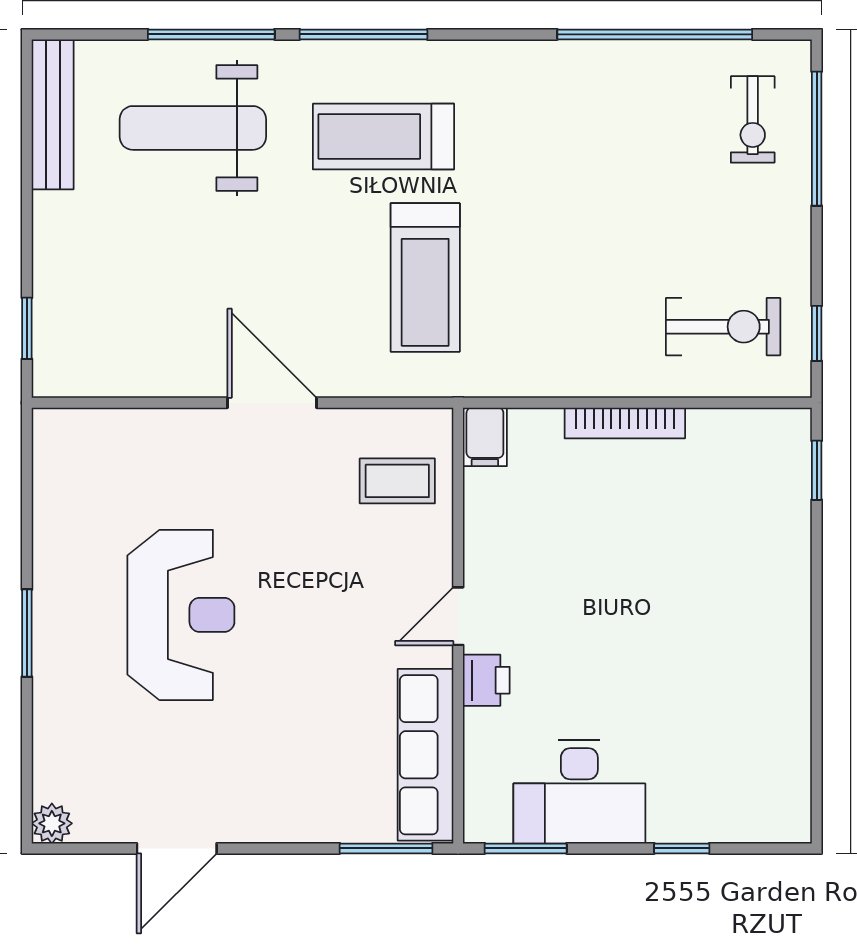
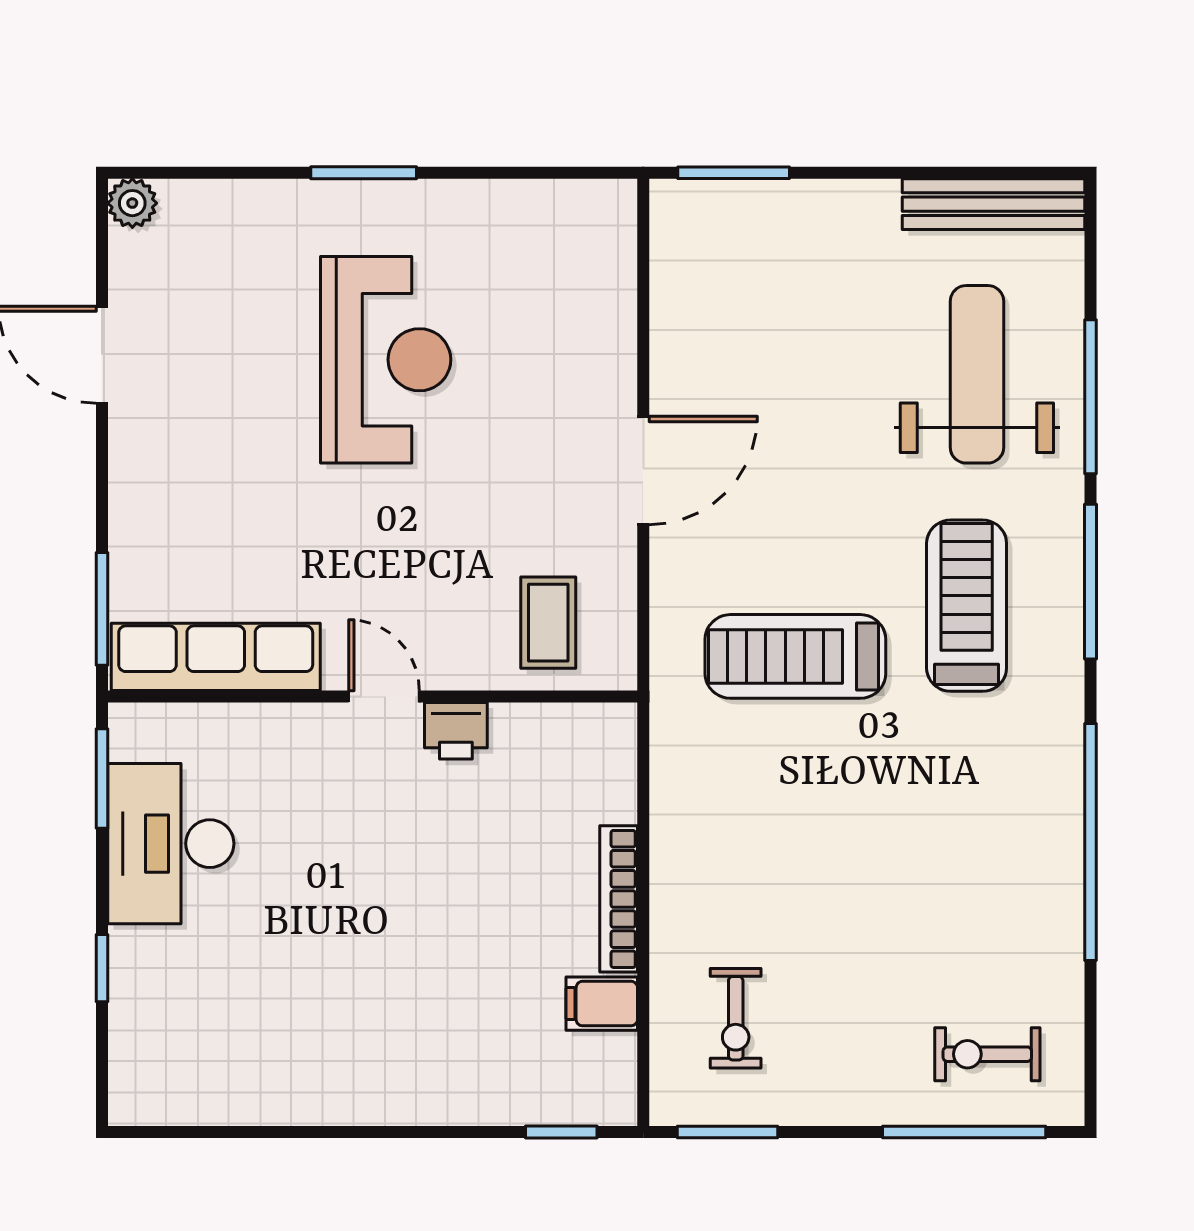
window: (655, 34) -> (1091, 842), moved
exercise bike: (723, 327) -> (736, 1018), width x0.73, depth x0.72
window: (27, 328) -> (734, 173), width x1.50
window: (817, 333) -> (727, 1132), width x1.50
filing cabinet: (485, 437) -> (602, 1004), moved
reception desk: (181, 615) -> (386, 360), turned -90
printer: (486, 680) -> (456, 731), moved

